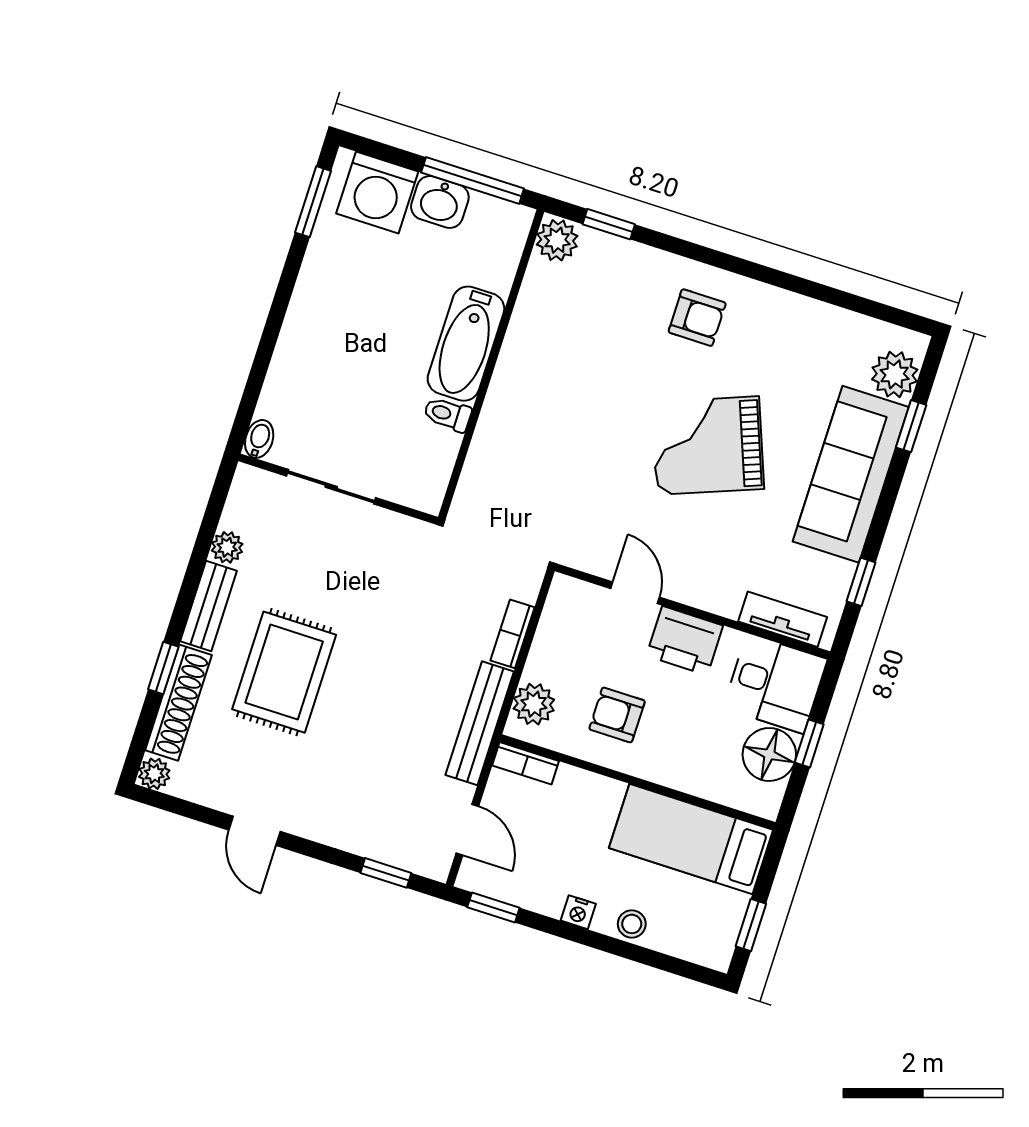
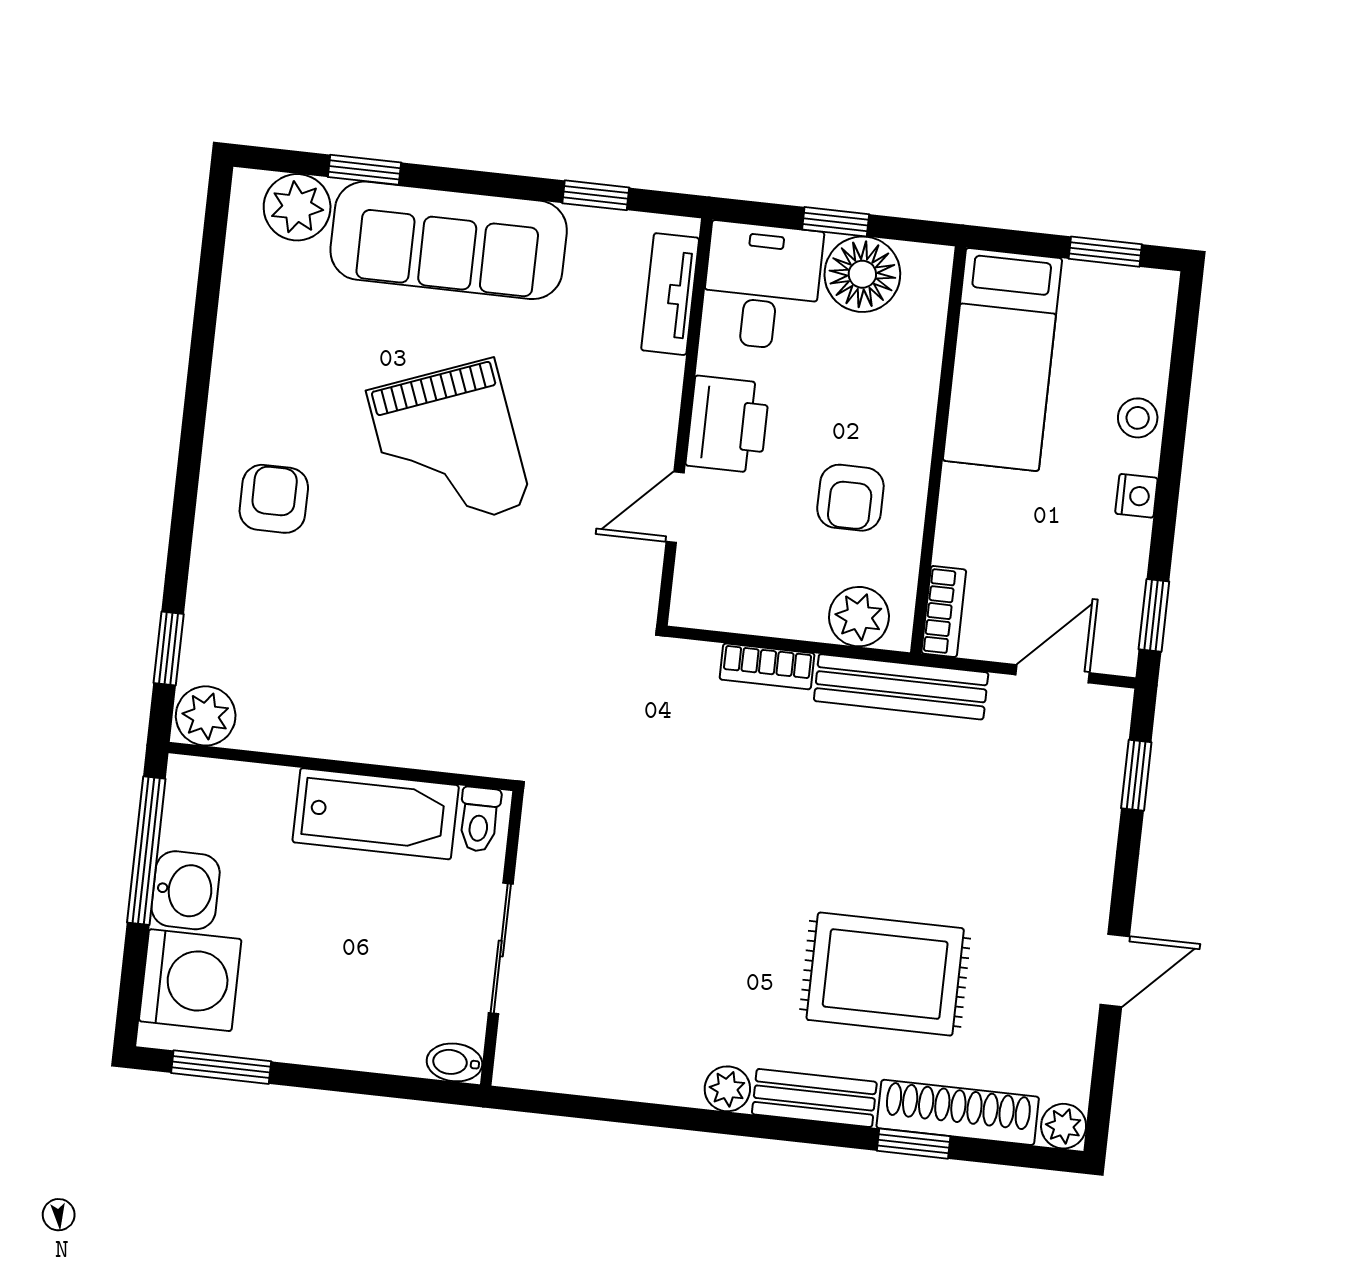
bidet: (259, 439) -> (454, 1062), moved
sliding door: (331, 487) -> (501, 949), moved
wall: (338, 489) -> (502, 938), moved

